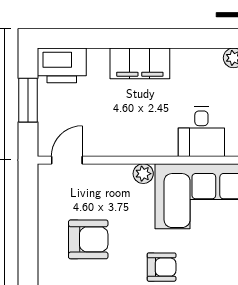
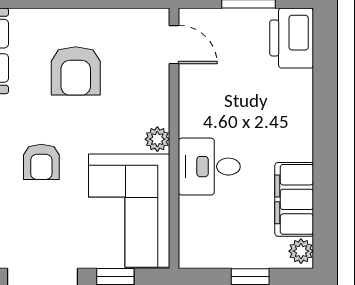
filing cabinet: (140, 63) -> (294, 199), moved
desk: (201, 132) -> (209, 167), moved

